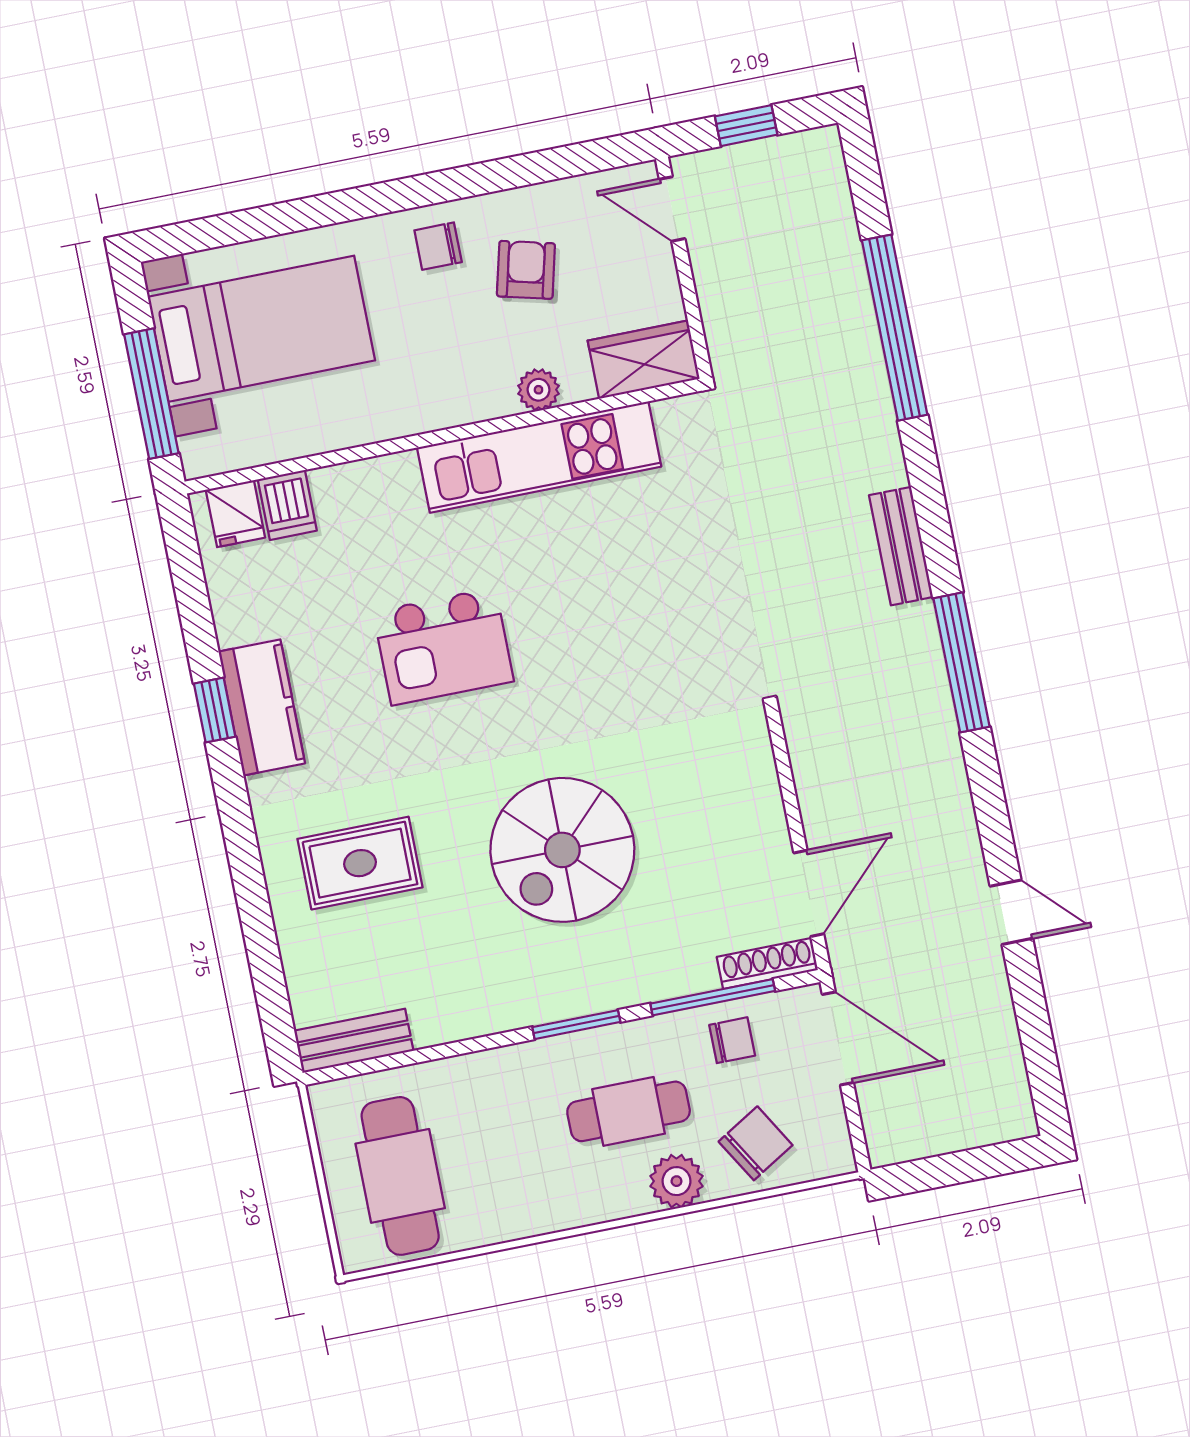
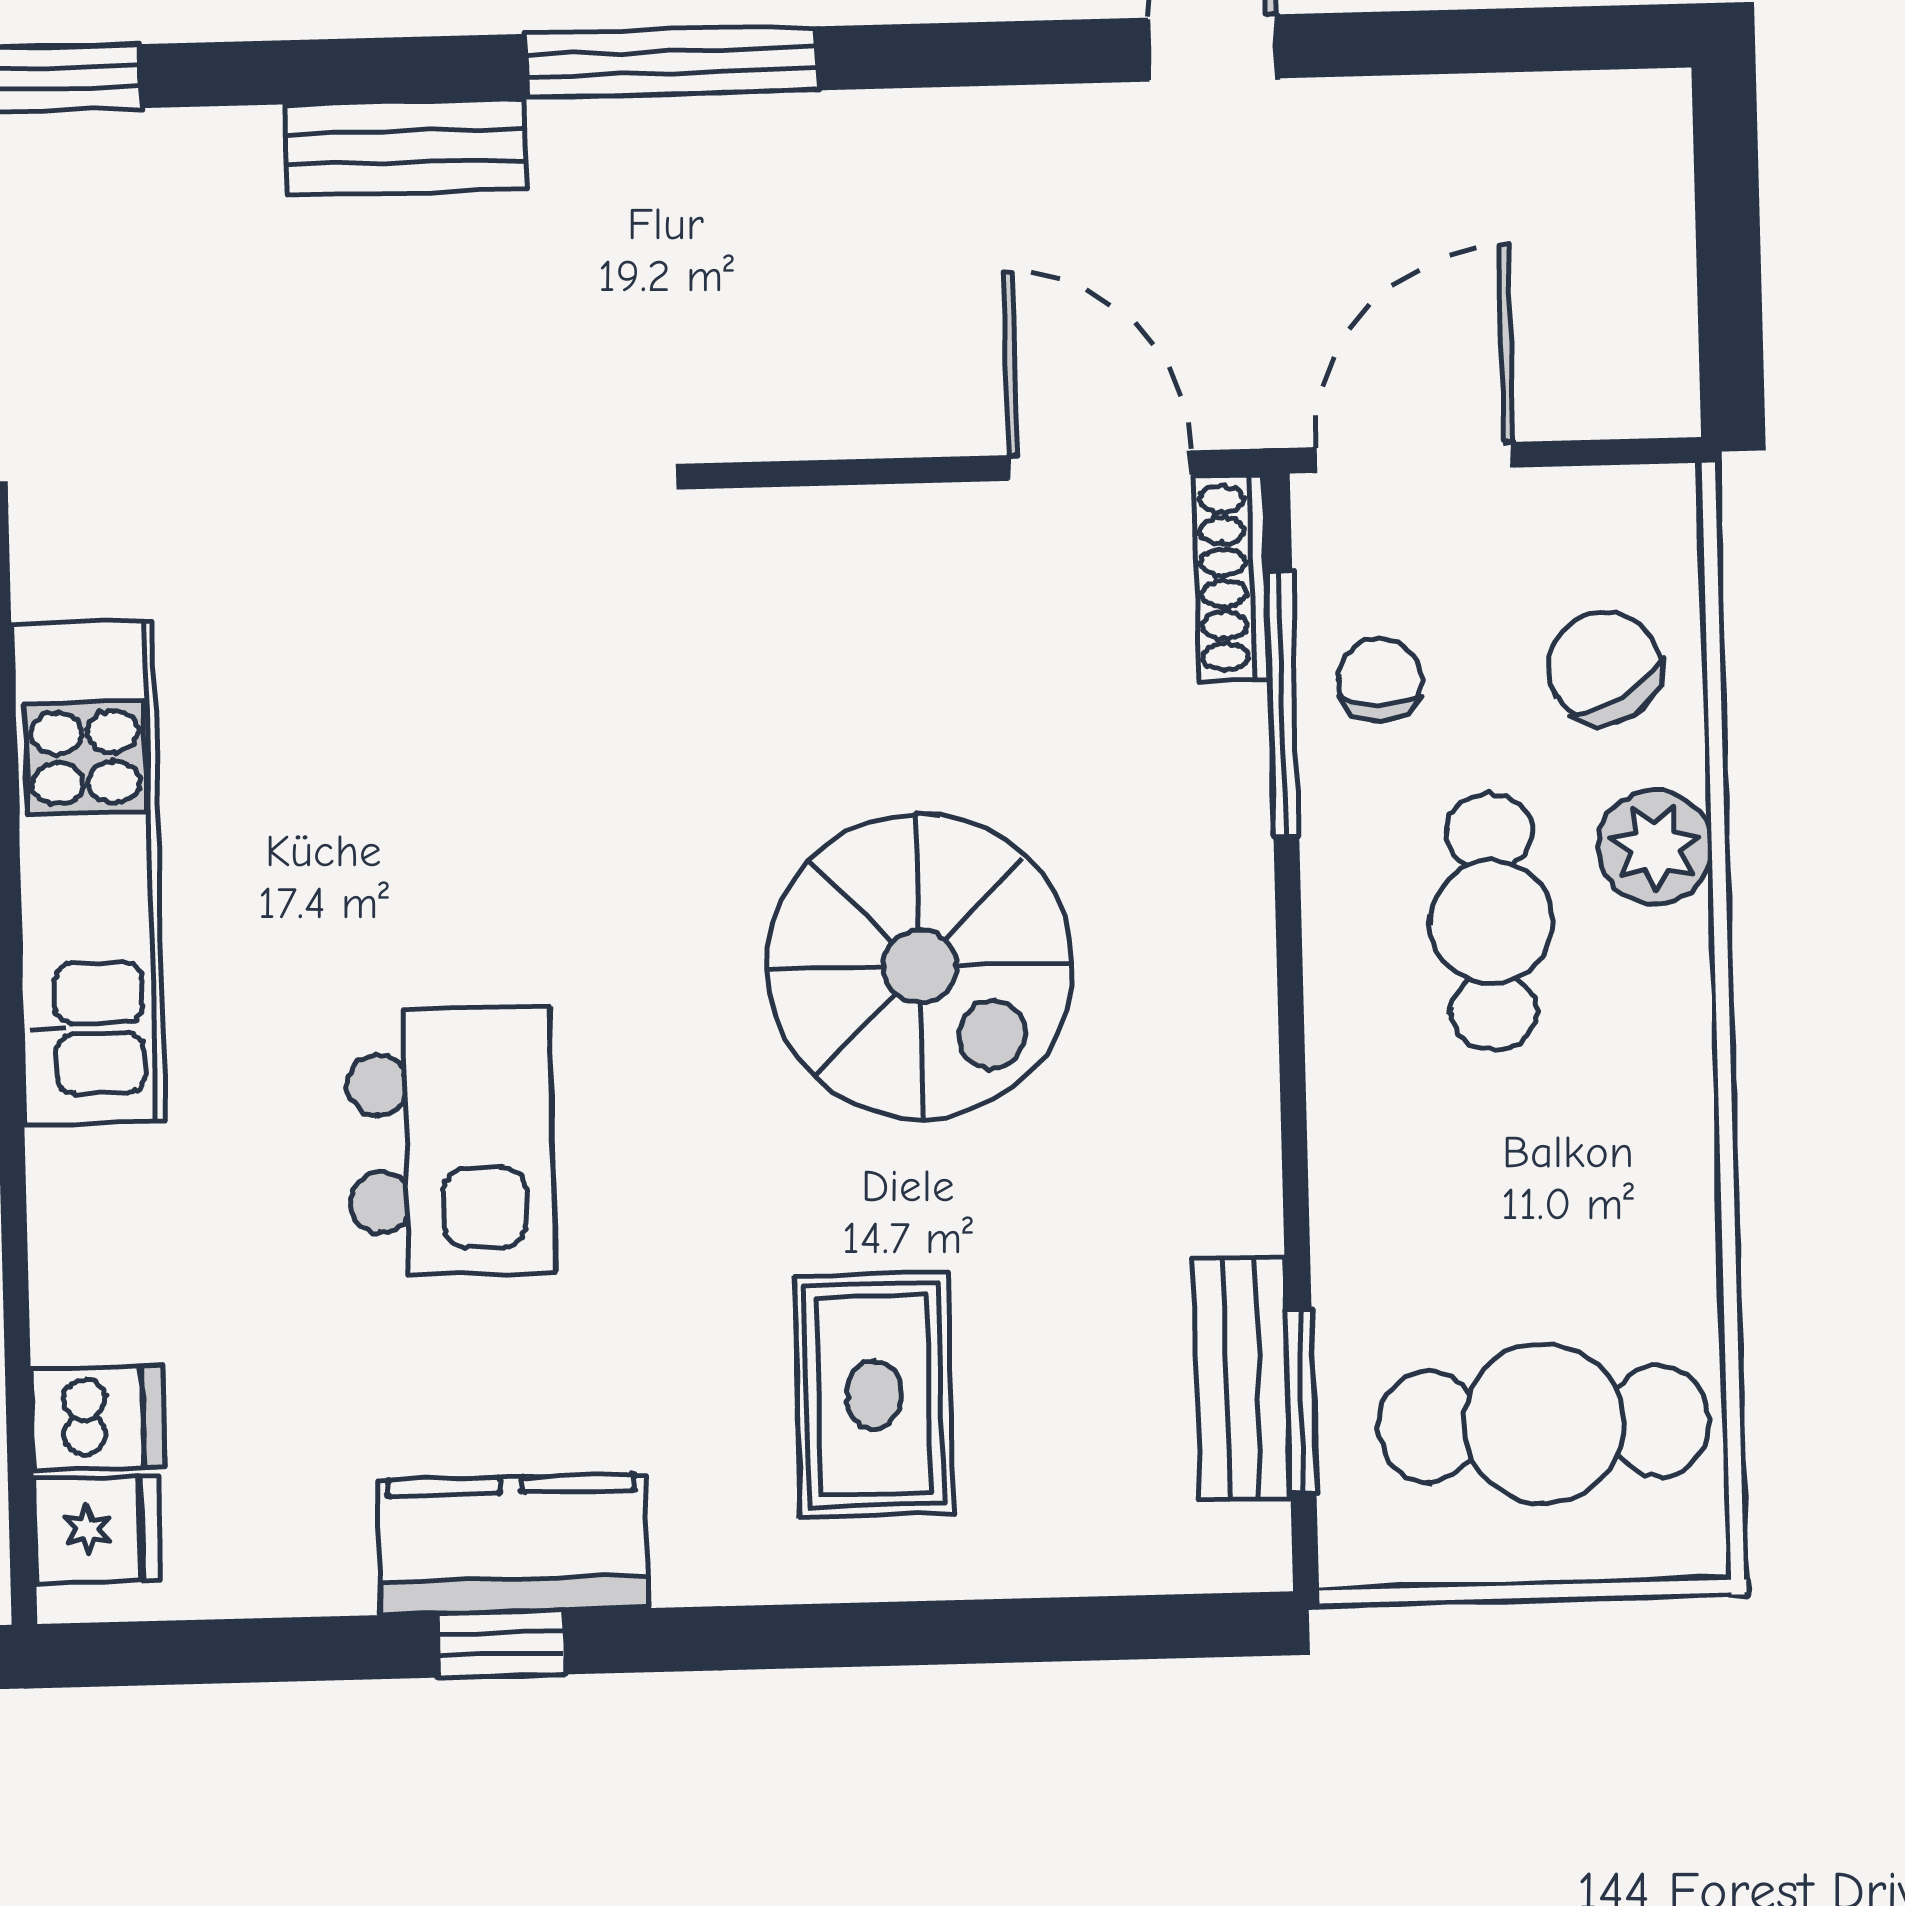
window: (576, 1025) -> (1301, 1401), moved
bench: (354, 1041) -> (1242, 1378), moved

